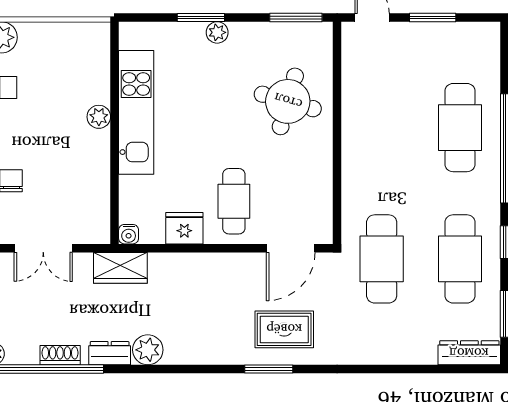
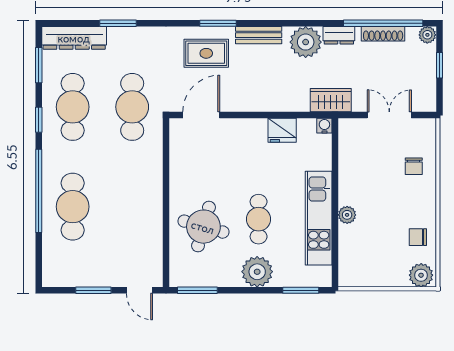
window: (201, 17) -> (301, 290), moved
plant: (217, 32) -> (257, 272), width x1.88, depth x1.88
cafe table: (234, 201) -> (259, 219), moved
plant: (148, 350) -> (306, 42), width x1.36, depth x1.36
bench: (215, 353) -> (259, 35), added
dresser: (469, 353) -> (74, 38), width x1.37, depth x1.24
shoe rack: (60, 355) -> (383, 34), width x1.43
window: (400, 369) -> (118, 23), added

